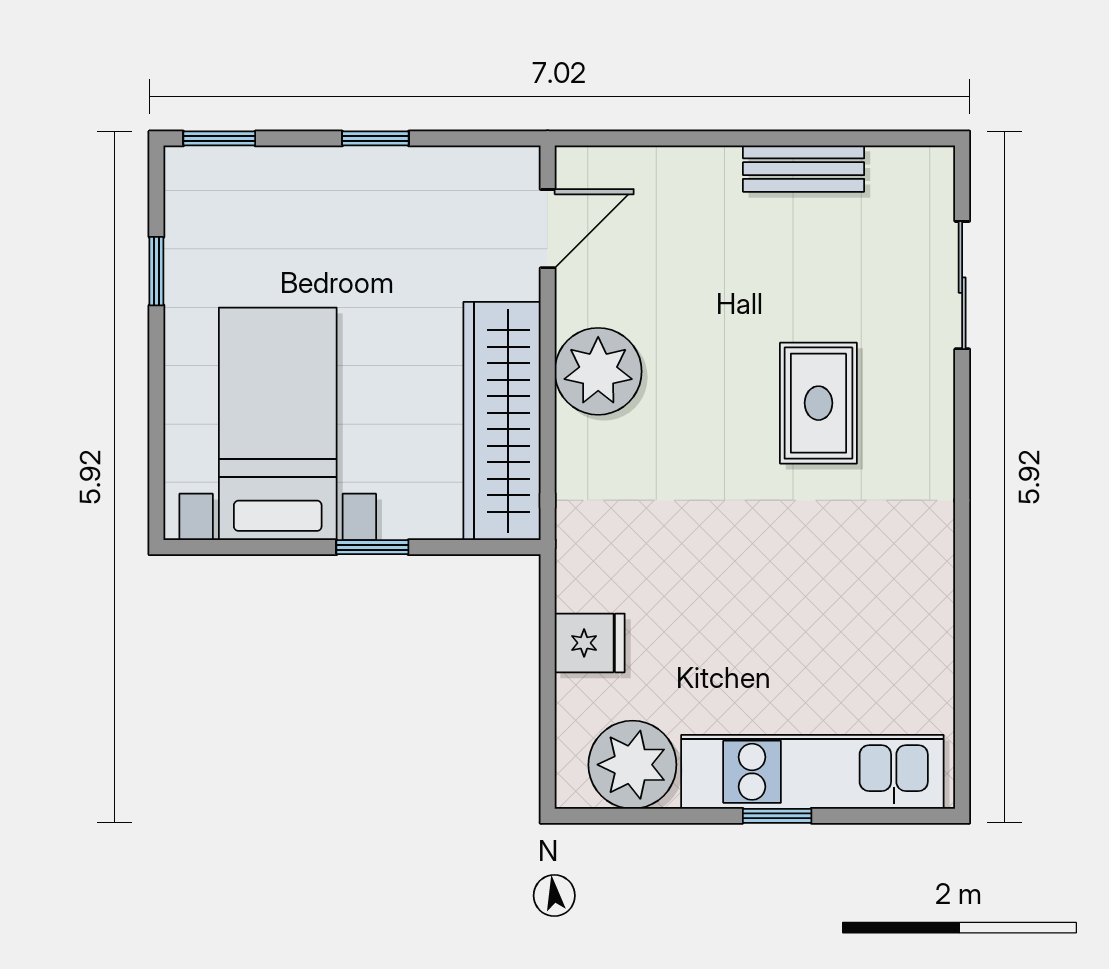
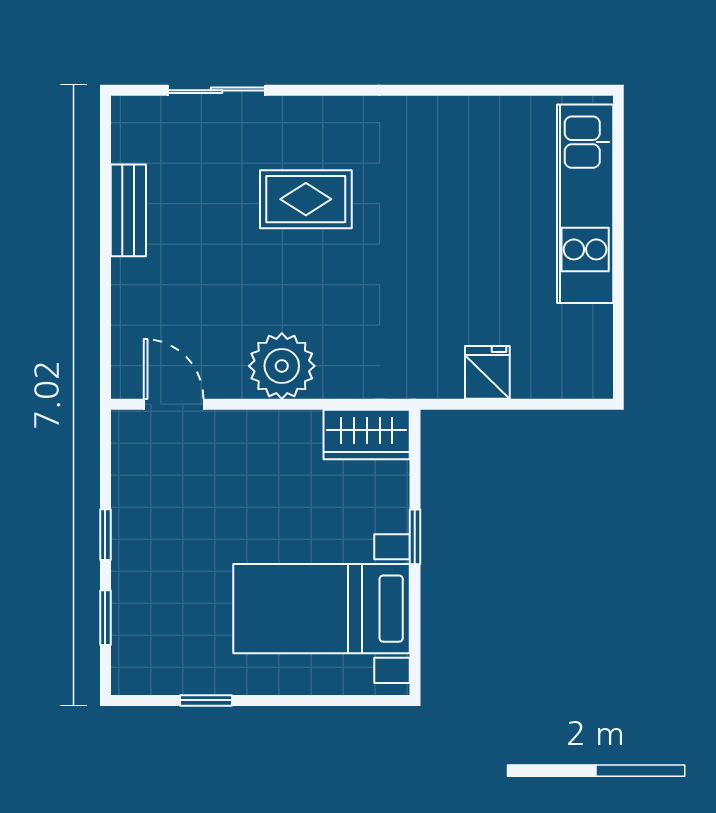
window: (219, 138) -> (105, 618), moved
wardrobe: (502, 421) -> (367, 434), width x0.48, depth x0.85
plant: (632, 765) -> (580, 340), removed
window: (777, 816) -> (618, 230), removed

